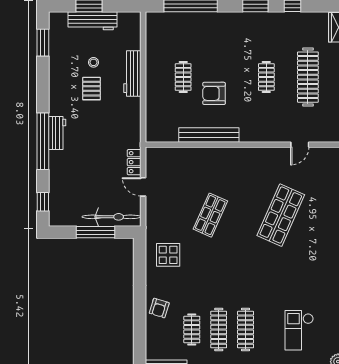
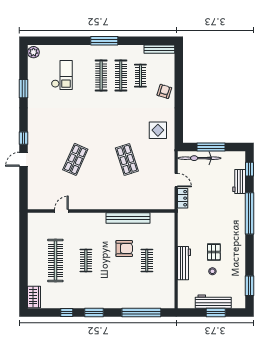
workbench: (57, 133) -> (239, 181), moved
shop shelf: (210, 215) -> (127, 159), turned -42
shop shelf: (281, 215) -> (75, 159), width x0.70, depth x0.74

